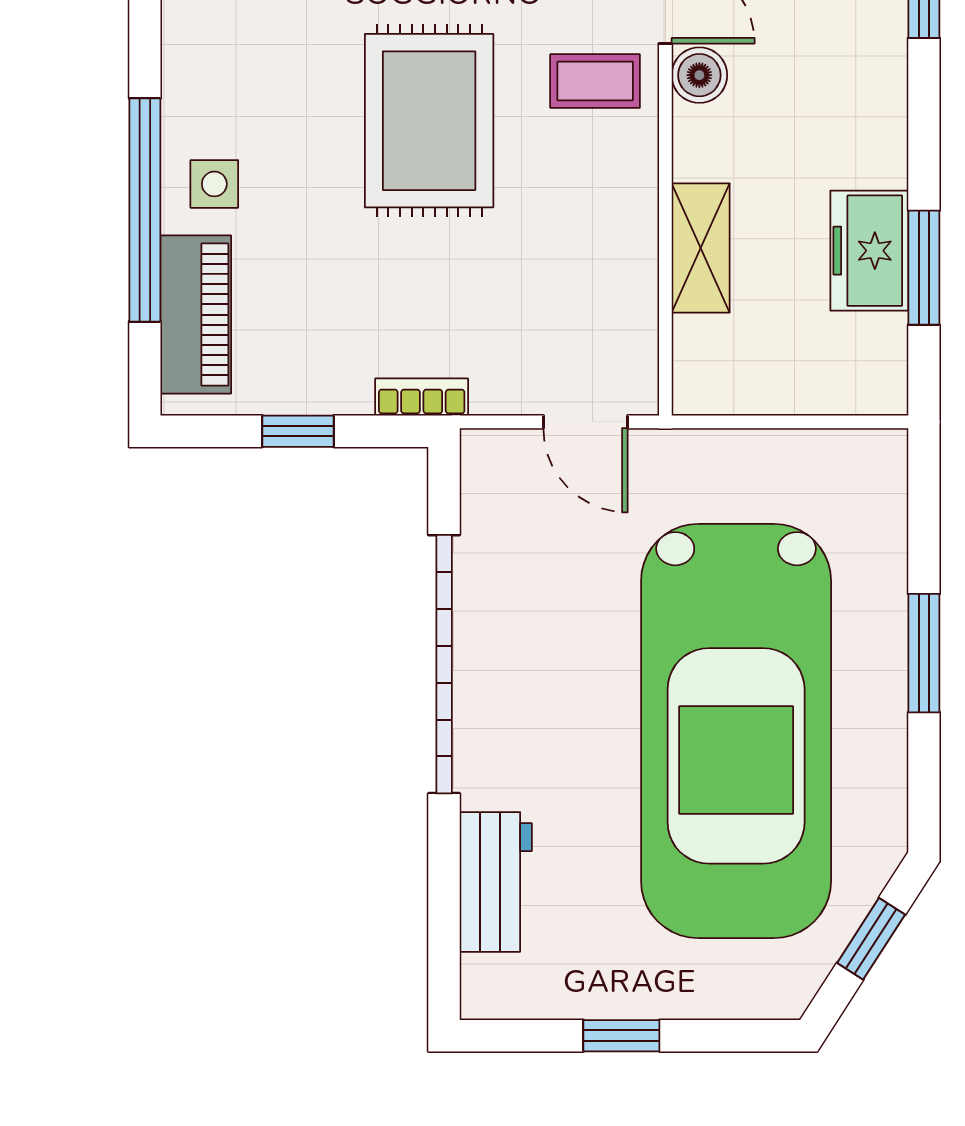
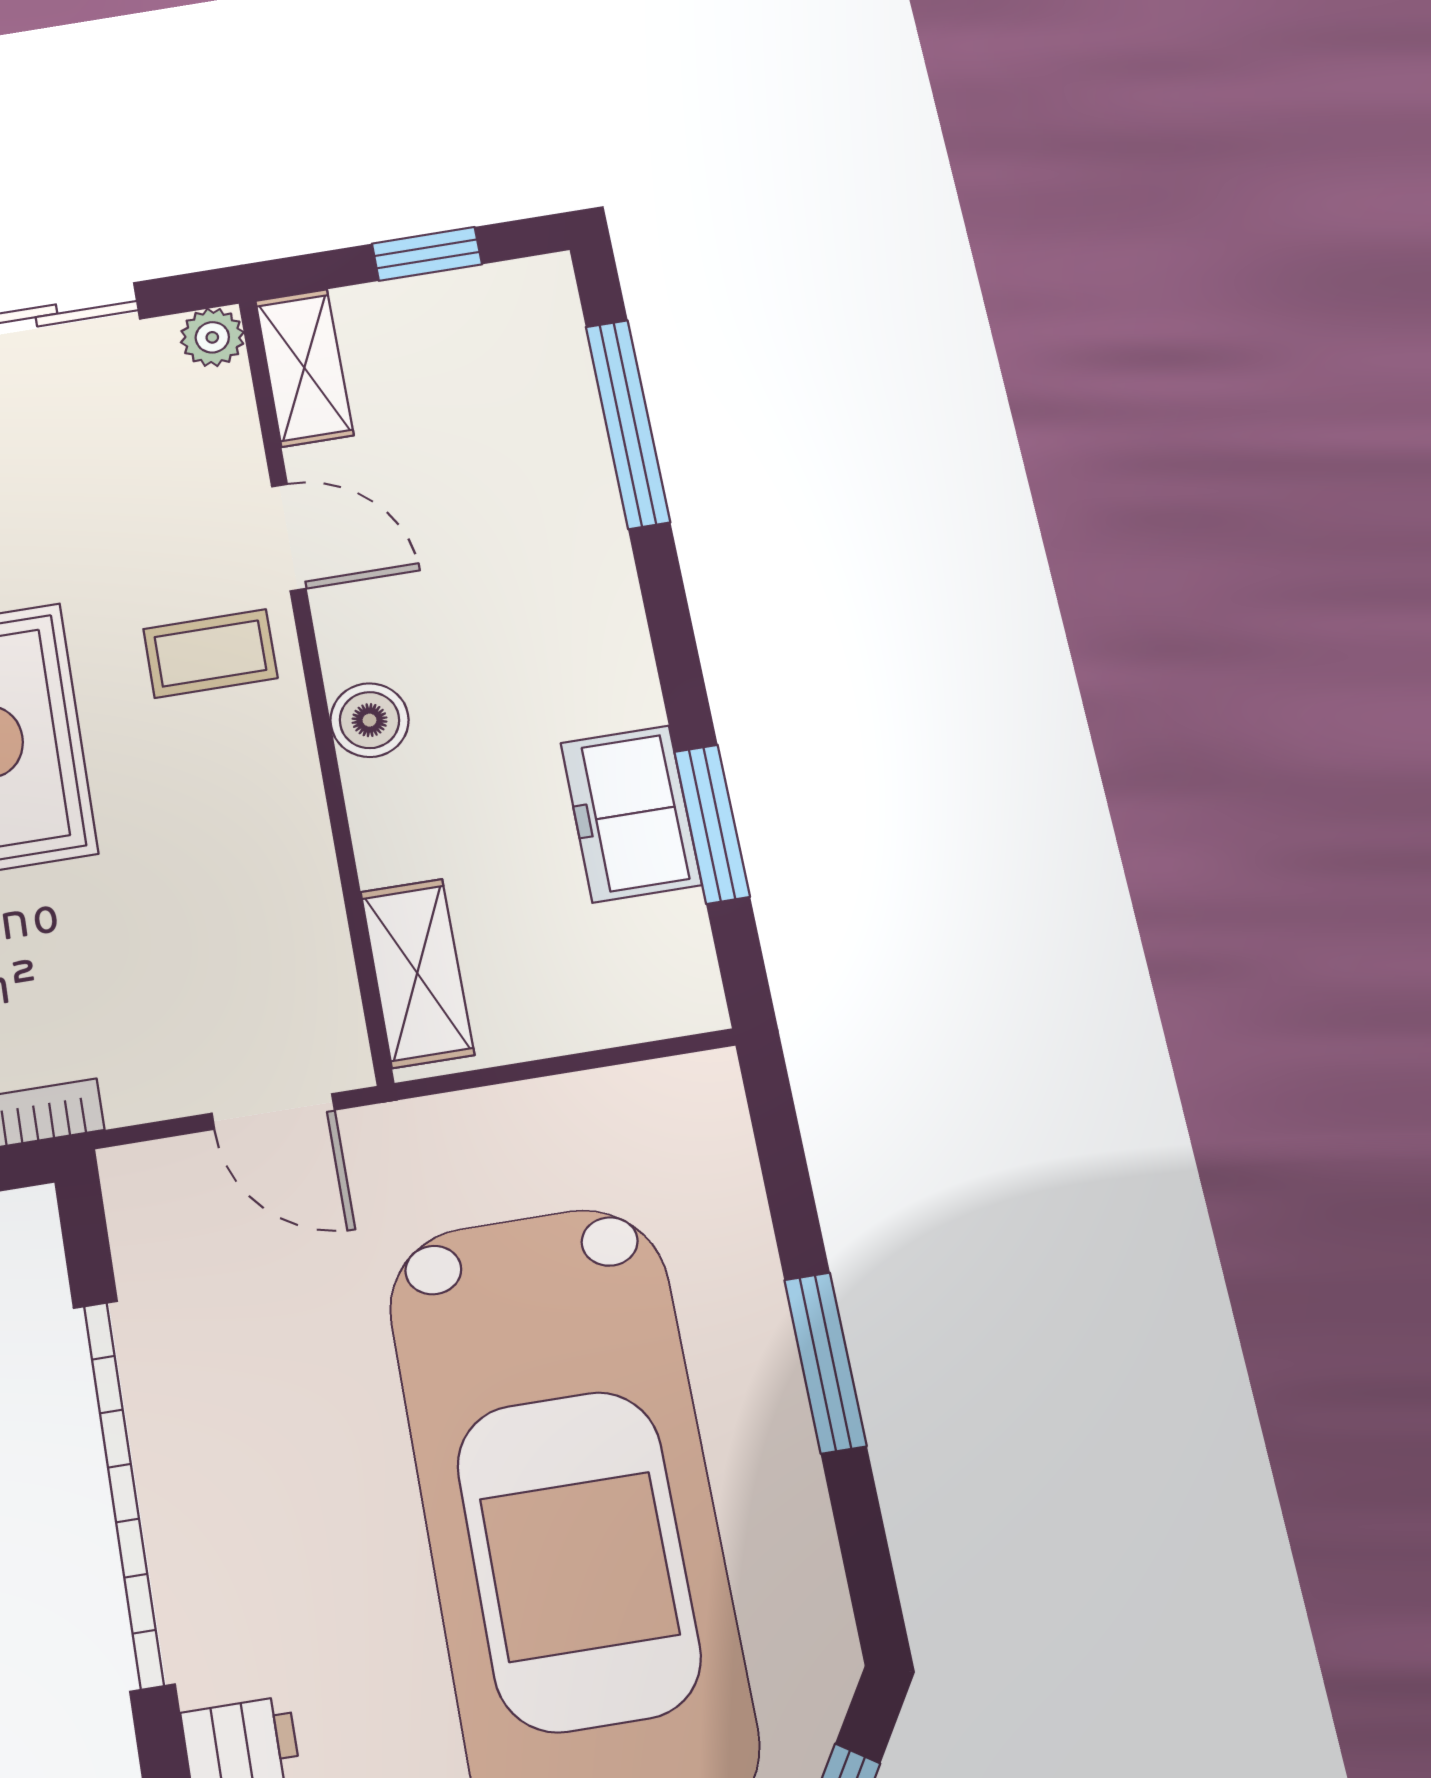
boiler: (699, 75) -> (370, 720), moved
shelving: (701, 248) -> (417, 973), moved

